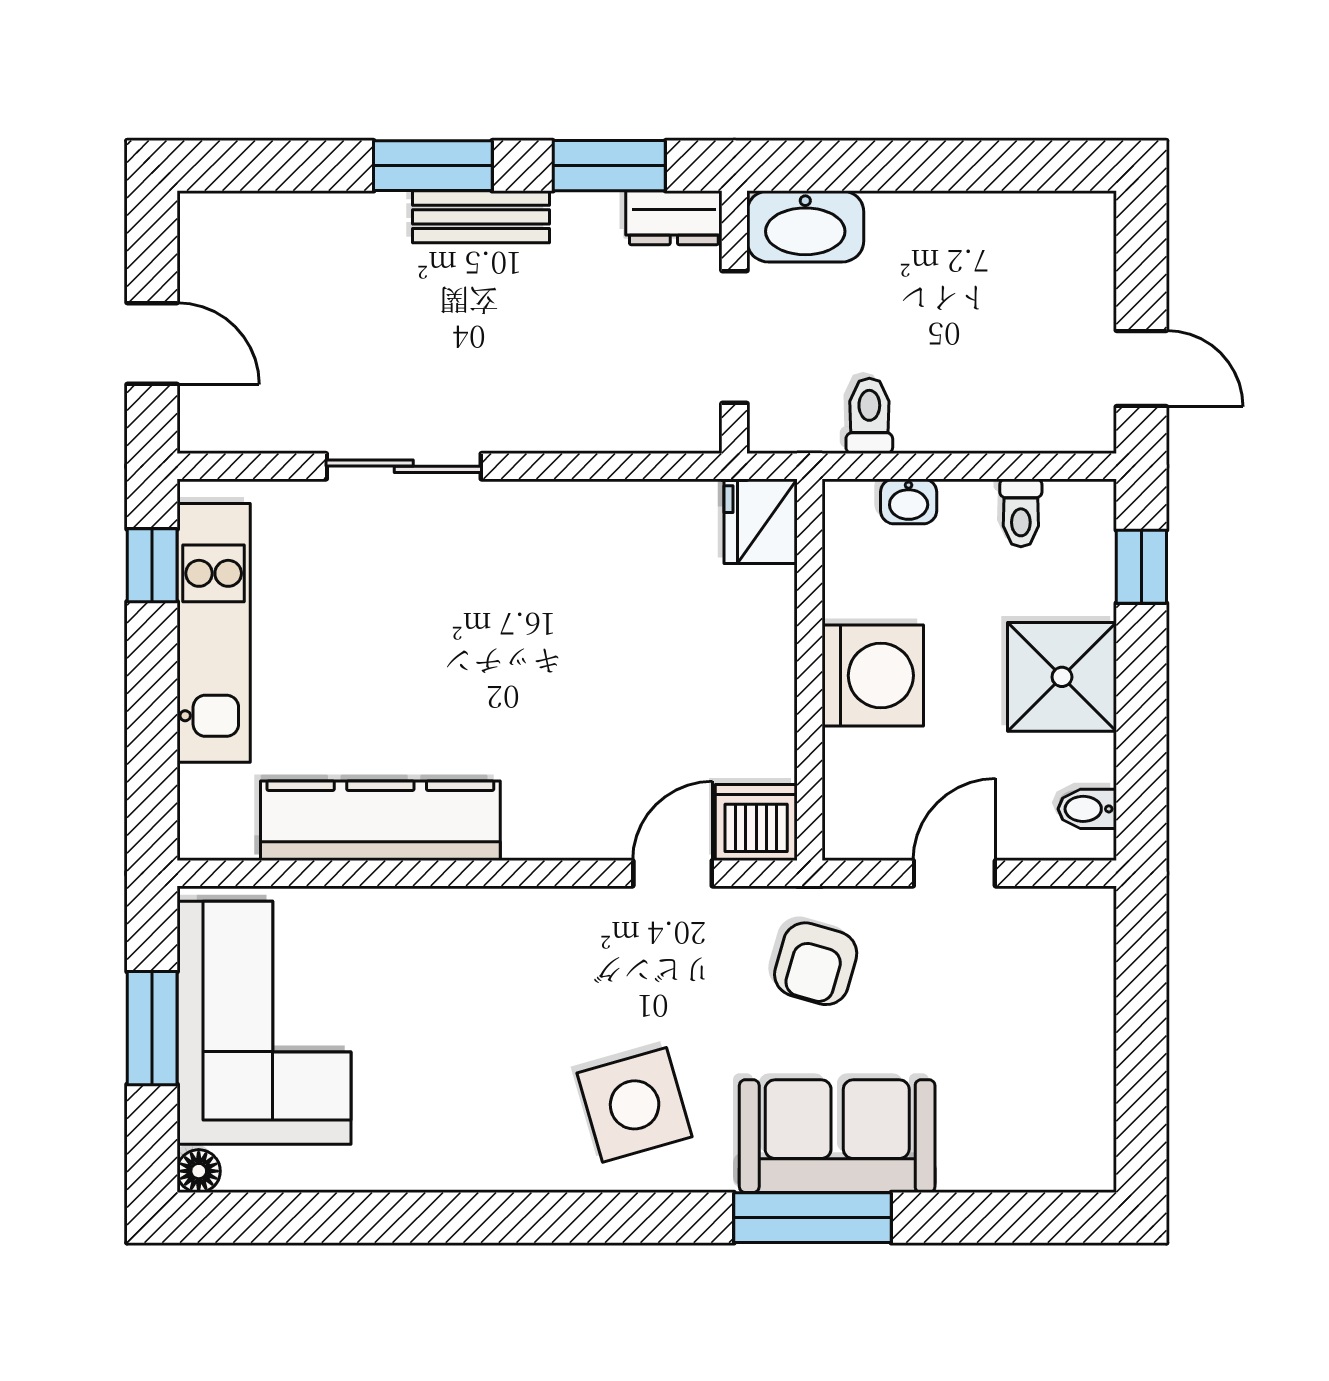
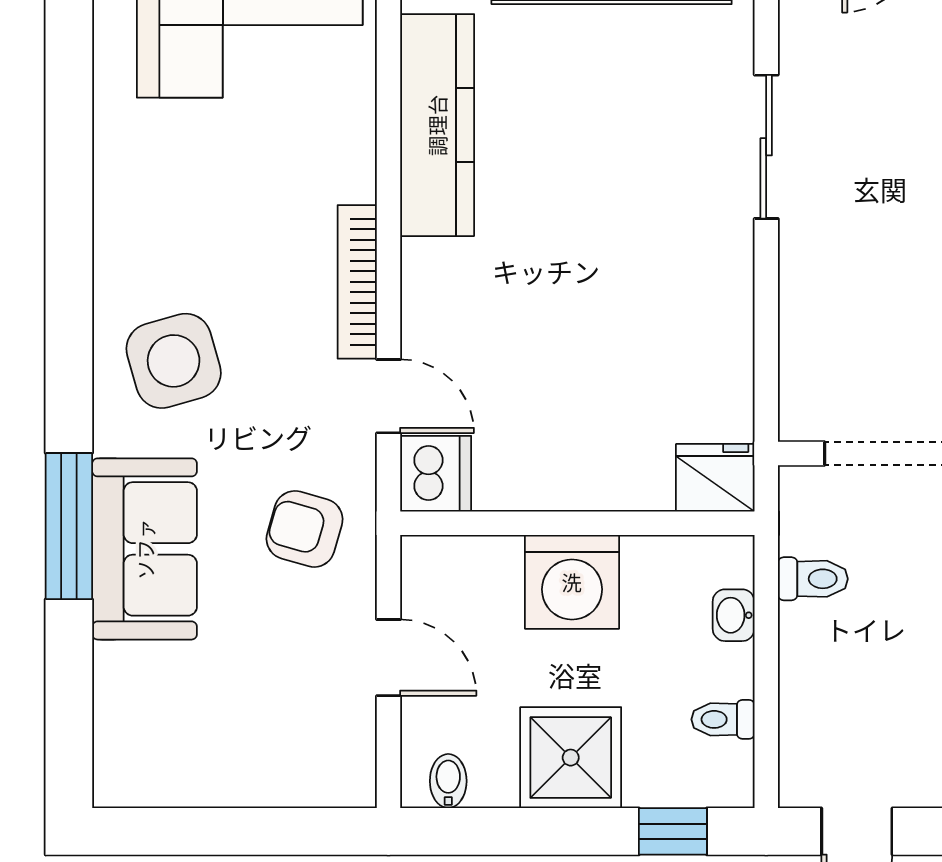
bookcase: (549, 907) -> (357, 282), added

